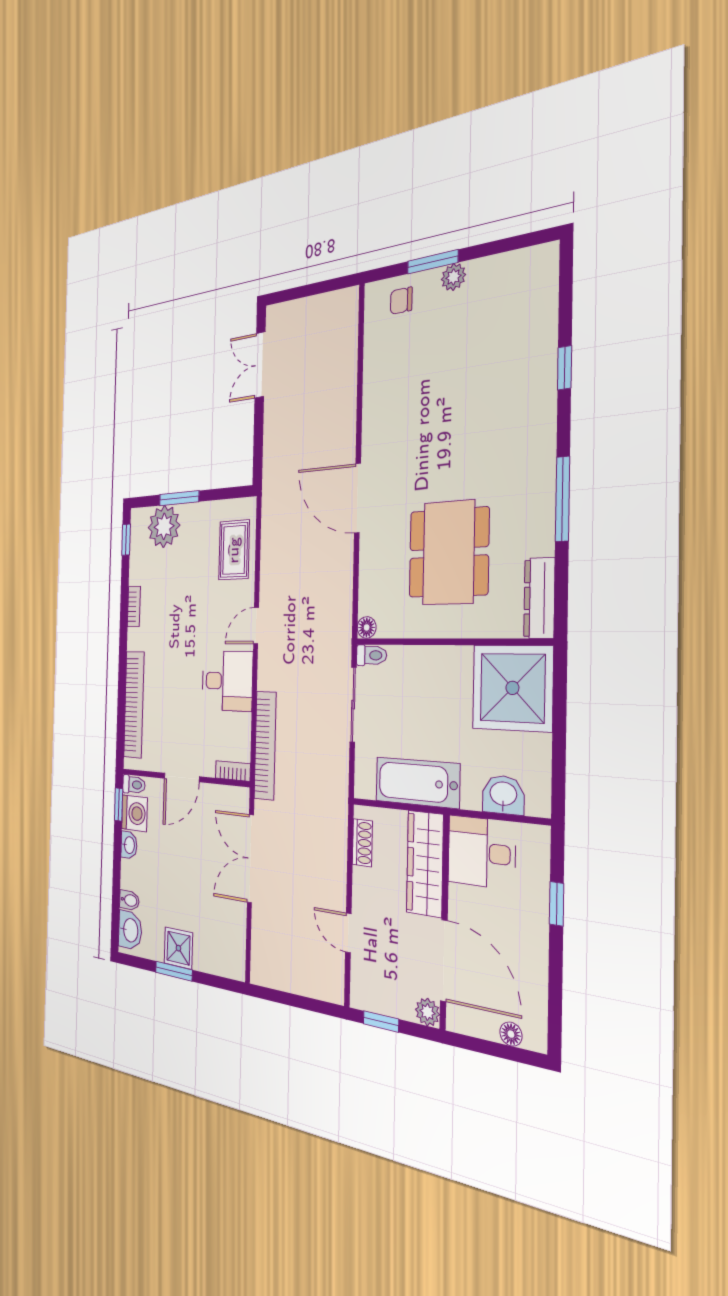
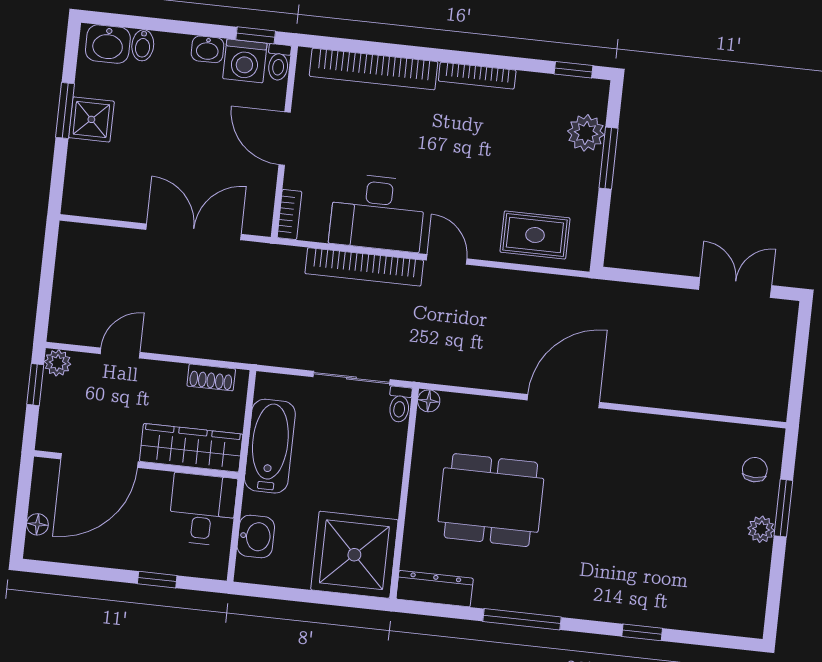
plant: (164, 526) -> (586, 133), width x0.73, depth x0.73
bookcase: (134, 607) -> (477, 76), width x1.56
desk: (227, 681) -> (377, 213), width x1.37
bookcase: (265, 746) -> (364, 267), moved
plant: (427, 1012) -> (58, 363), moved

